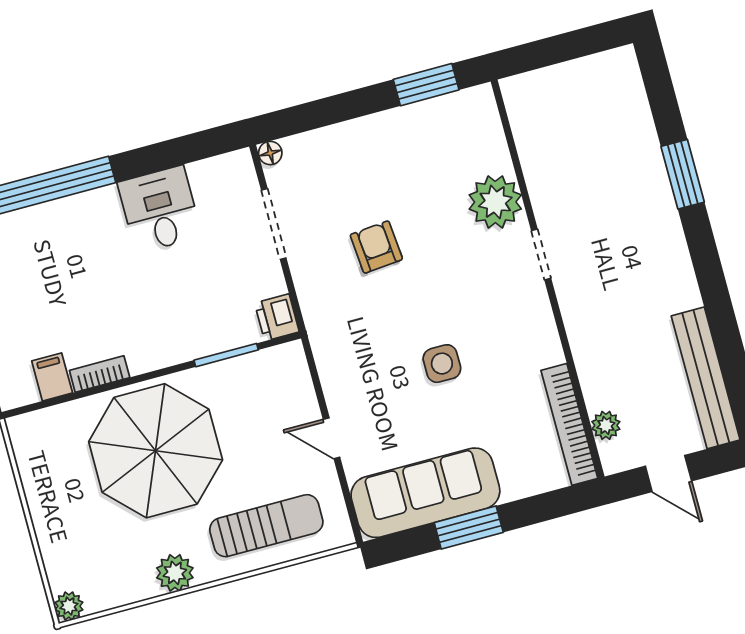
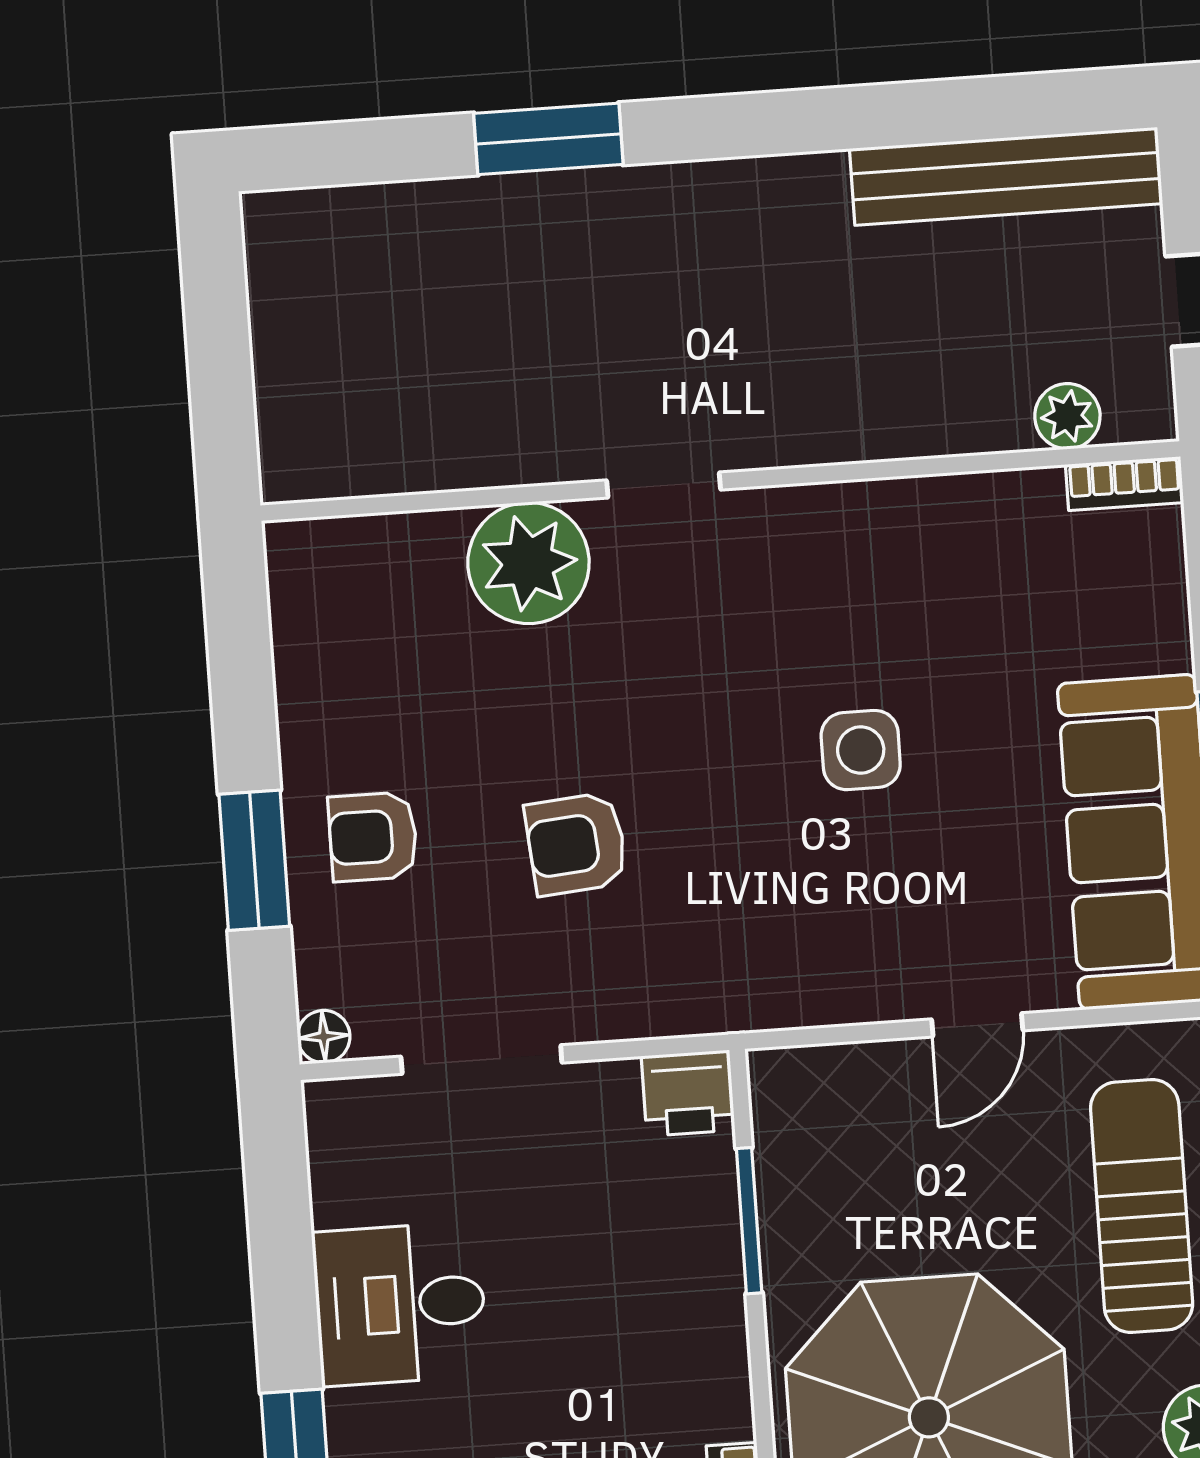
window: (426, 85) -> (254, 860), moved
armchair: (362, 157) -> (373, 837), added
bookcase: (569, 424) -> (1125, 484), width x0.43, depth x0.76

